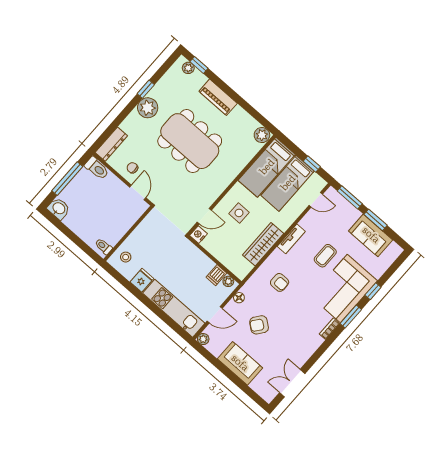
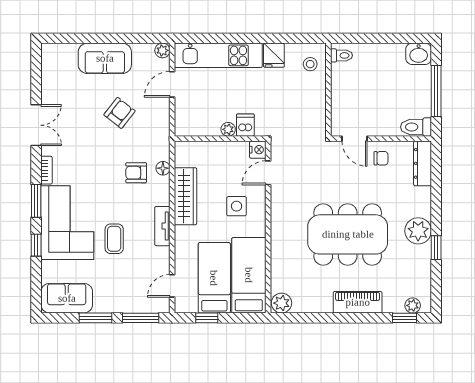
sofa: (371, 235) -> (67, 298), moved
dishwasher: (216, 275) -> (245, 125), moved
plant: (228, 281) -> (228, 129), moved
floor lamp: (239, 298) -> (163, 168), moved
double door: (292, 383) -> (36, 125), moved

